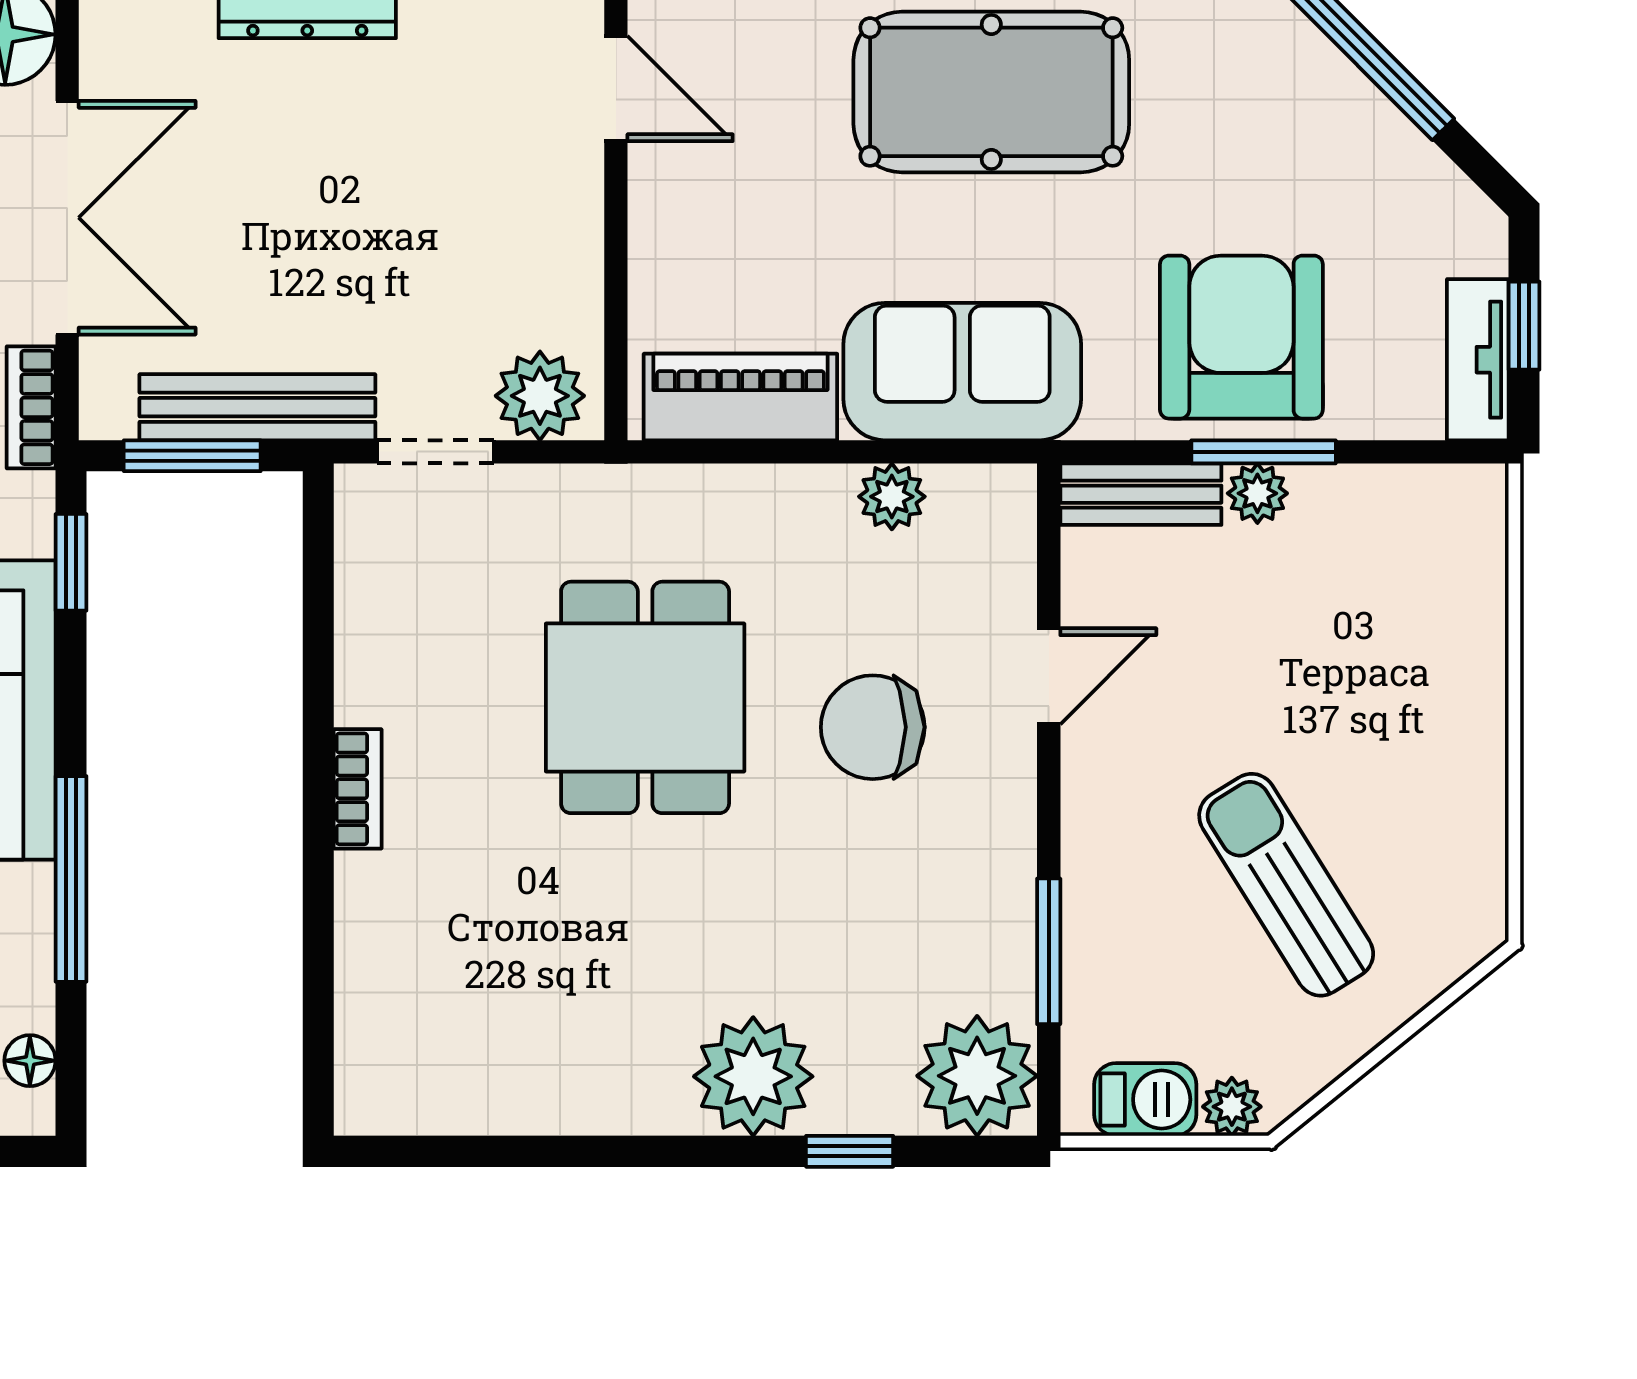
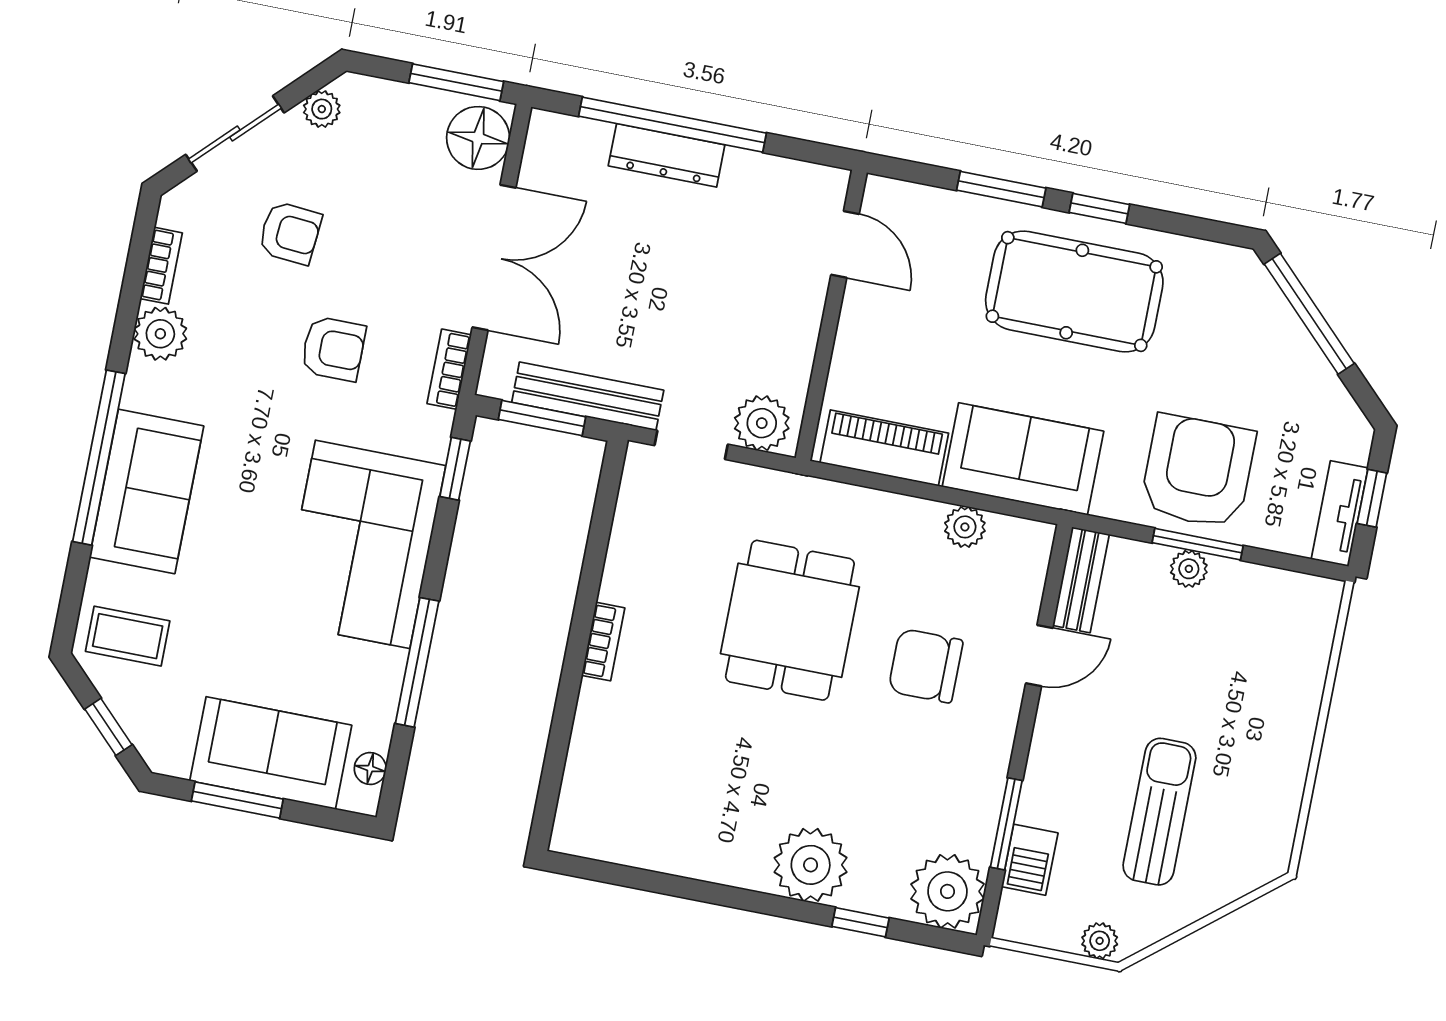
bench: (1141, 494) -> (1081, 580), moved, turned 90
sun lounger: (1286, 885) -> (1159, 812), turned 32
barbecue: (1145, 1100) -> (1030, 860), moved, turned 90

